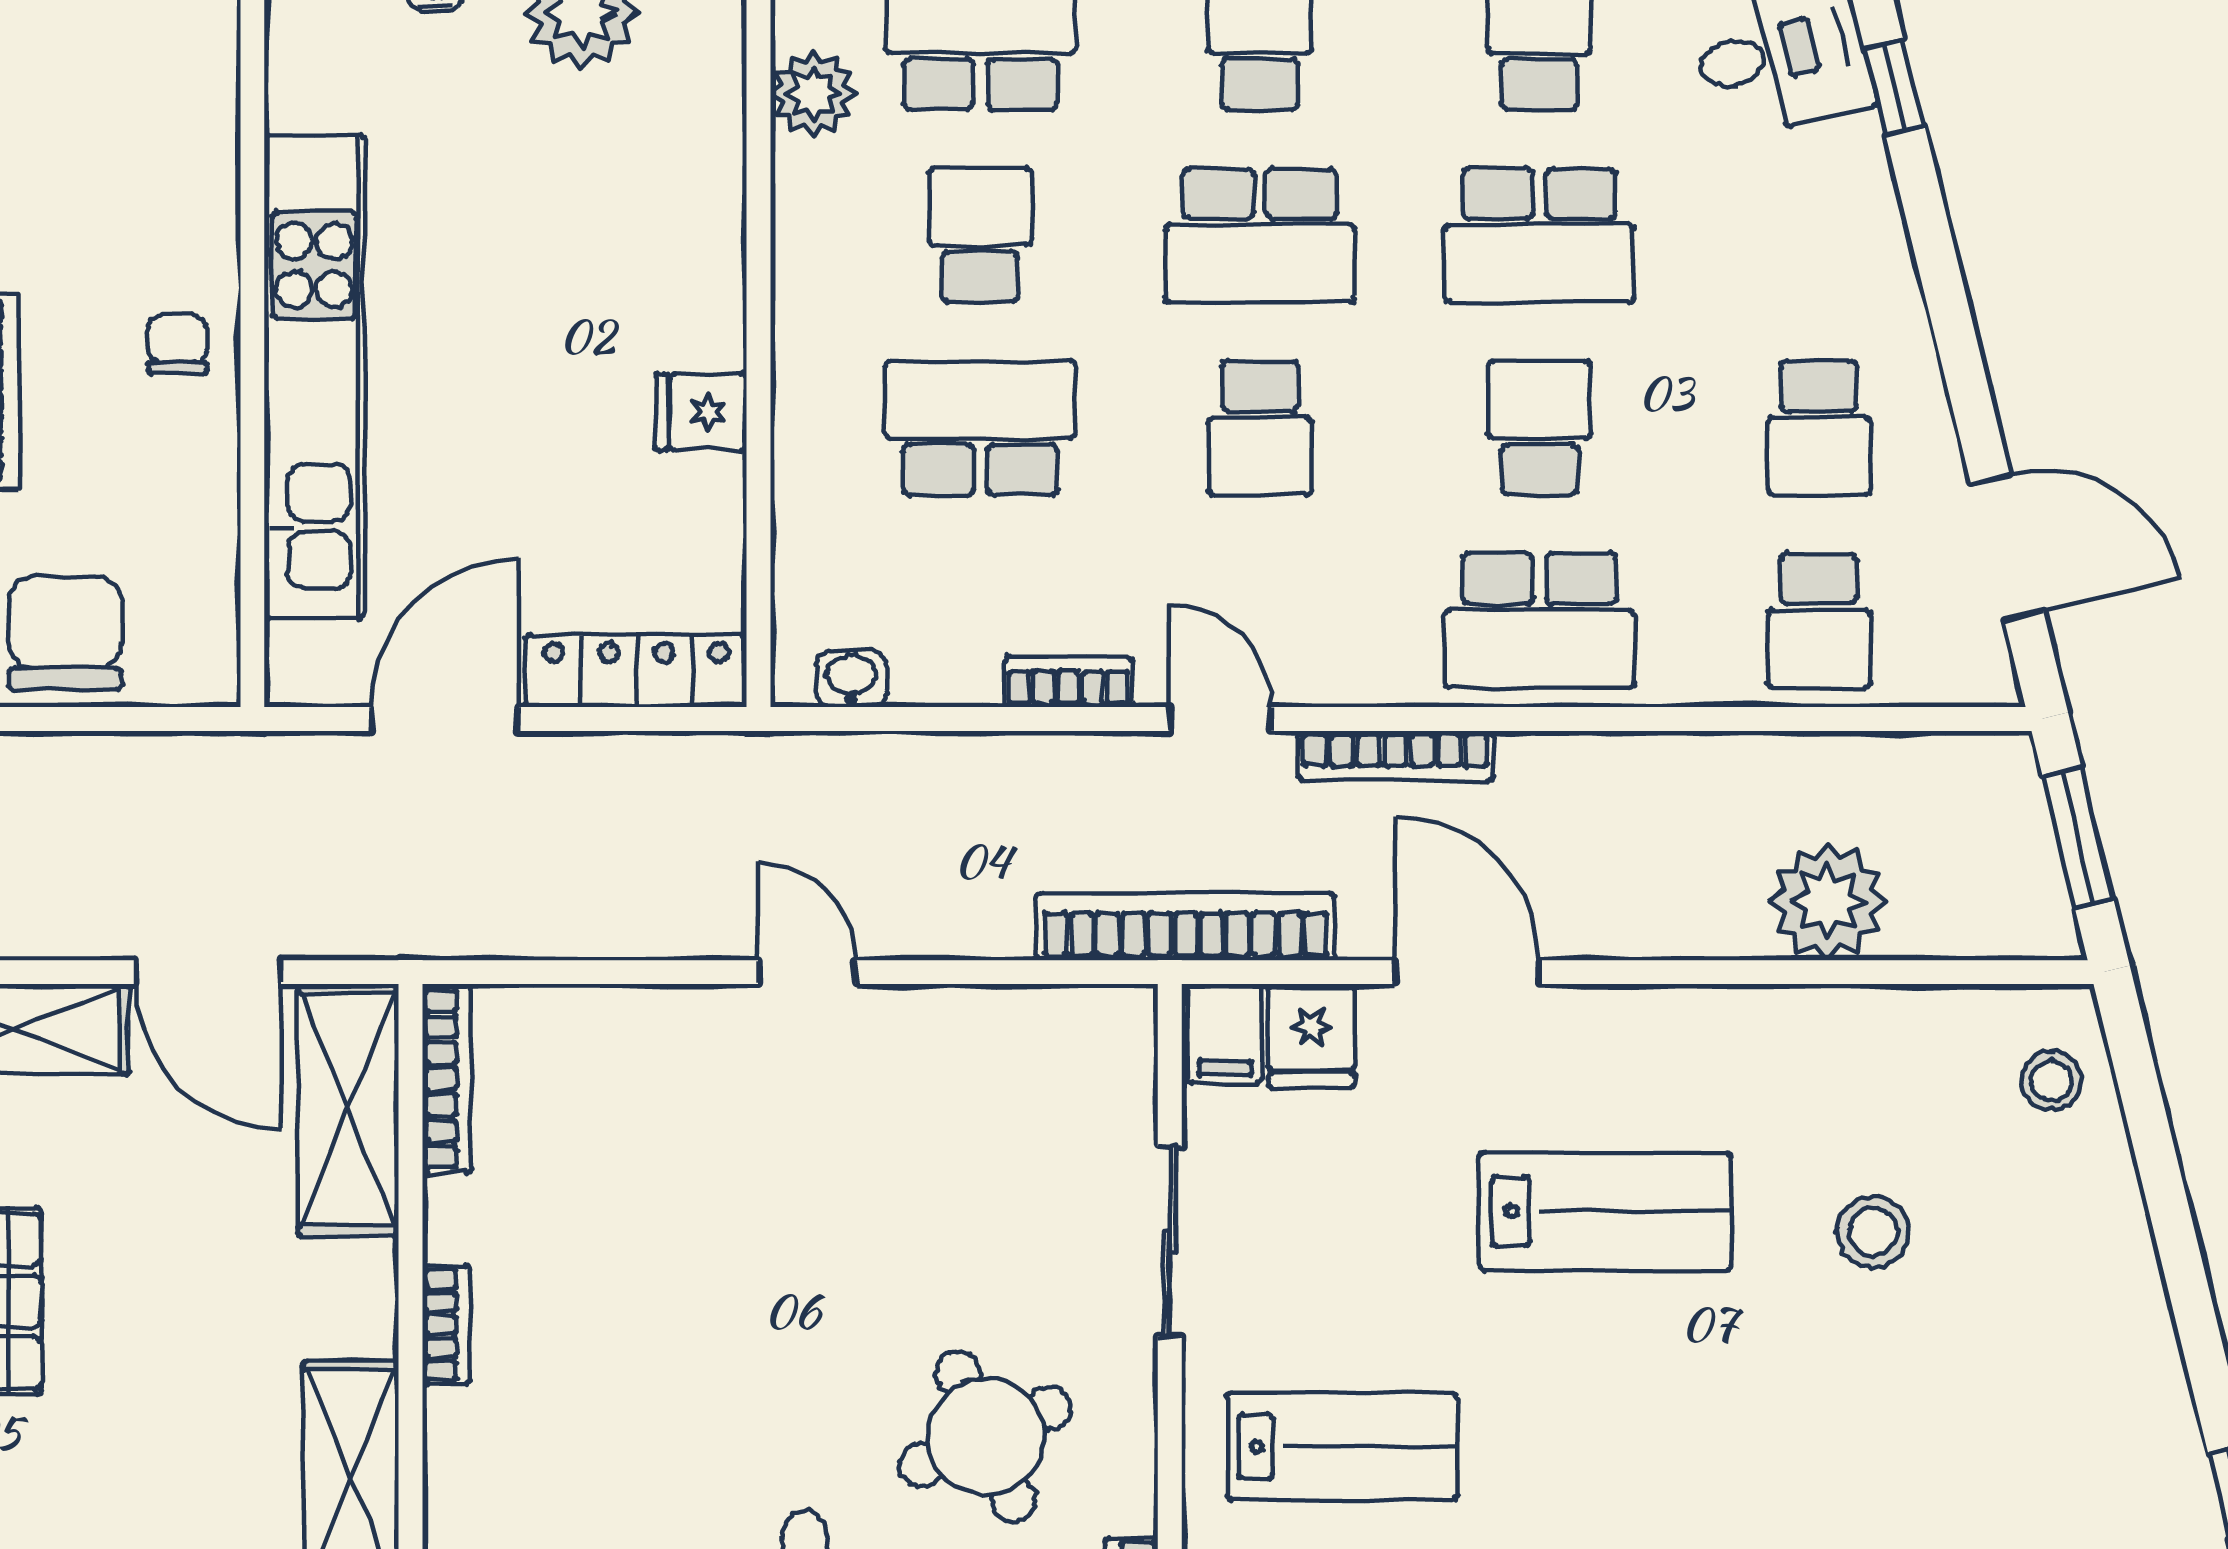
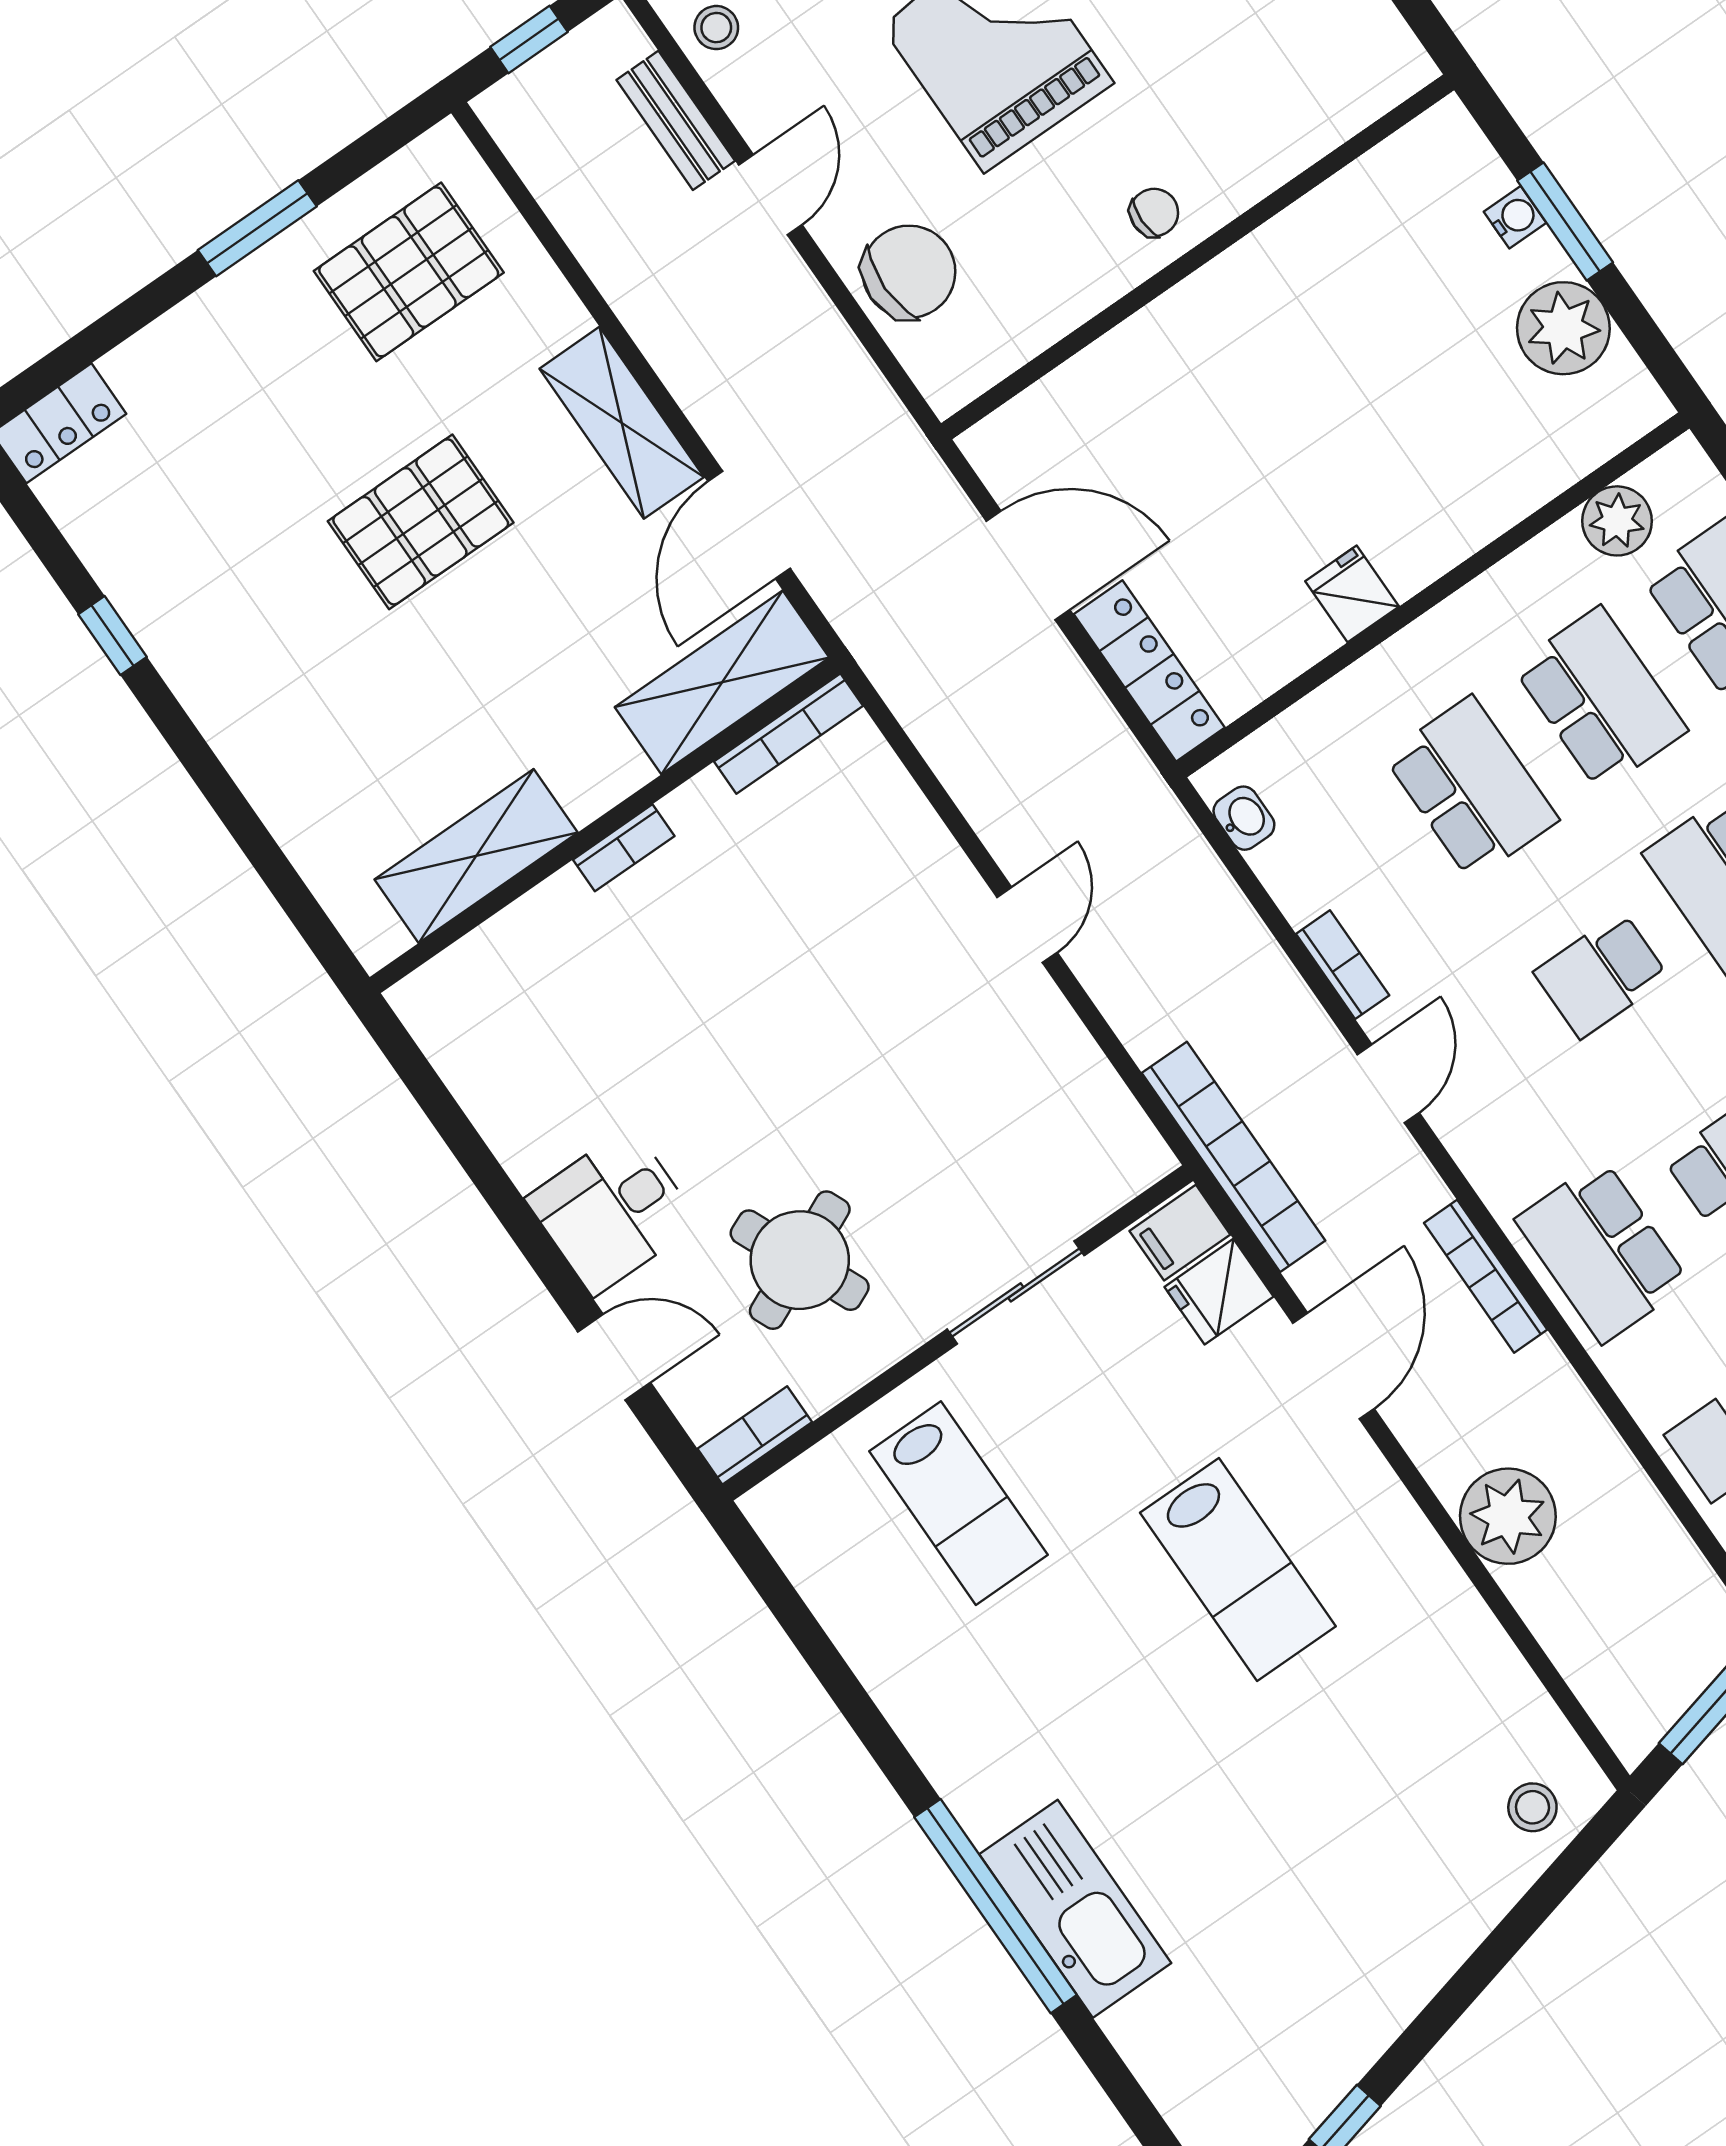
school desk: (980, 235) -> (1600, 699), width x1.85
kitchen unit: (314, 376) -> (1196, 319), removed
bookcase: (1395, 756) -> (1486, 1276), moved
plant: (1828, 902) -> (1508, 1516), moved
stool: (1873, 1232) -> (1349, 1758), removed

